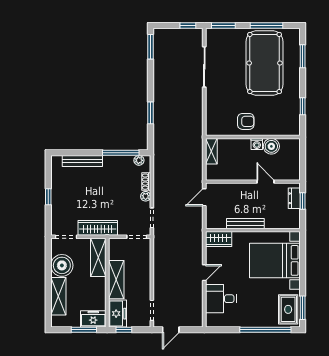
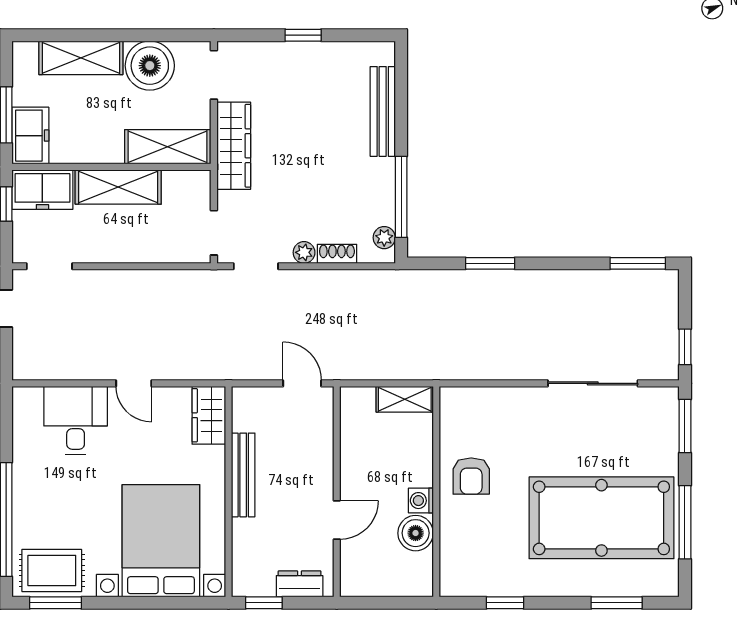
window: (303, 201) -> (264, 603), moved

